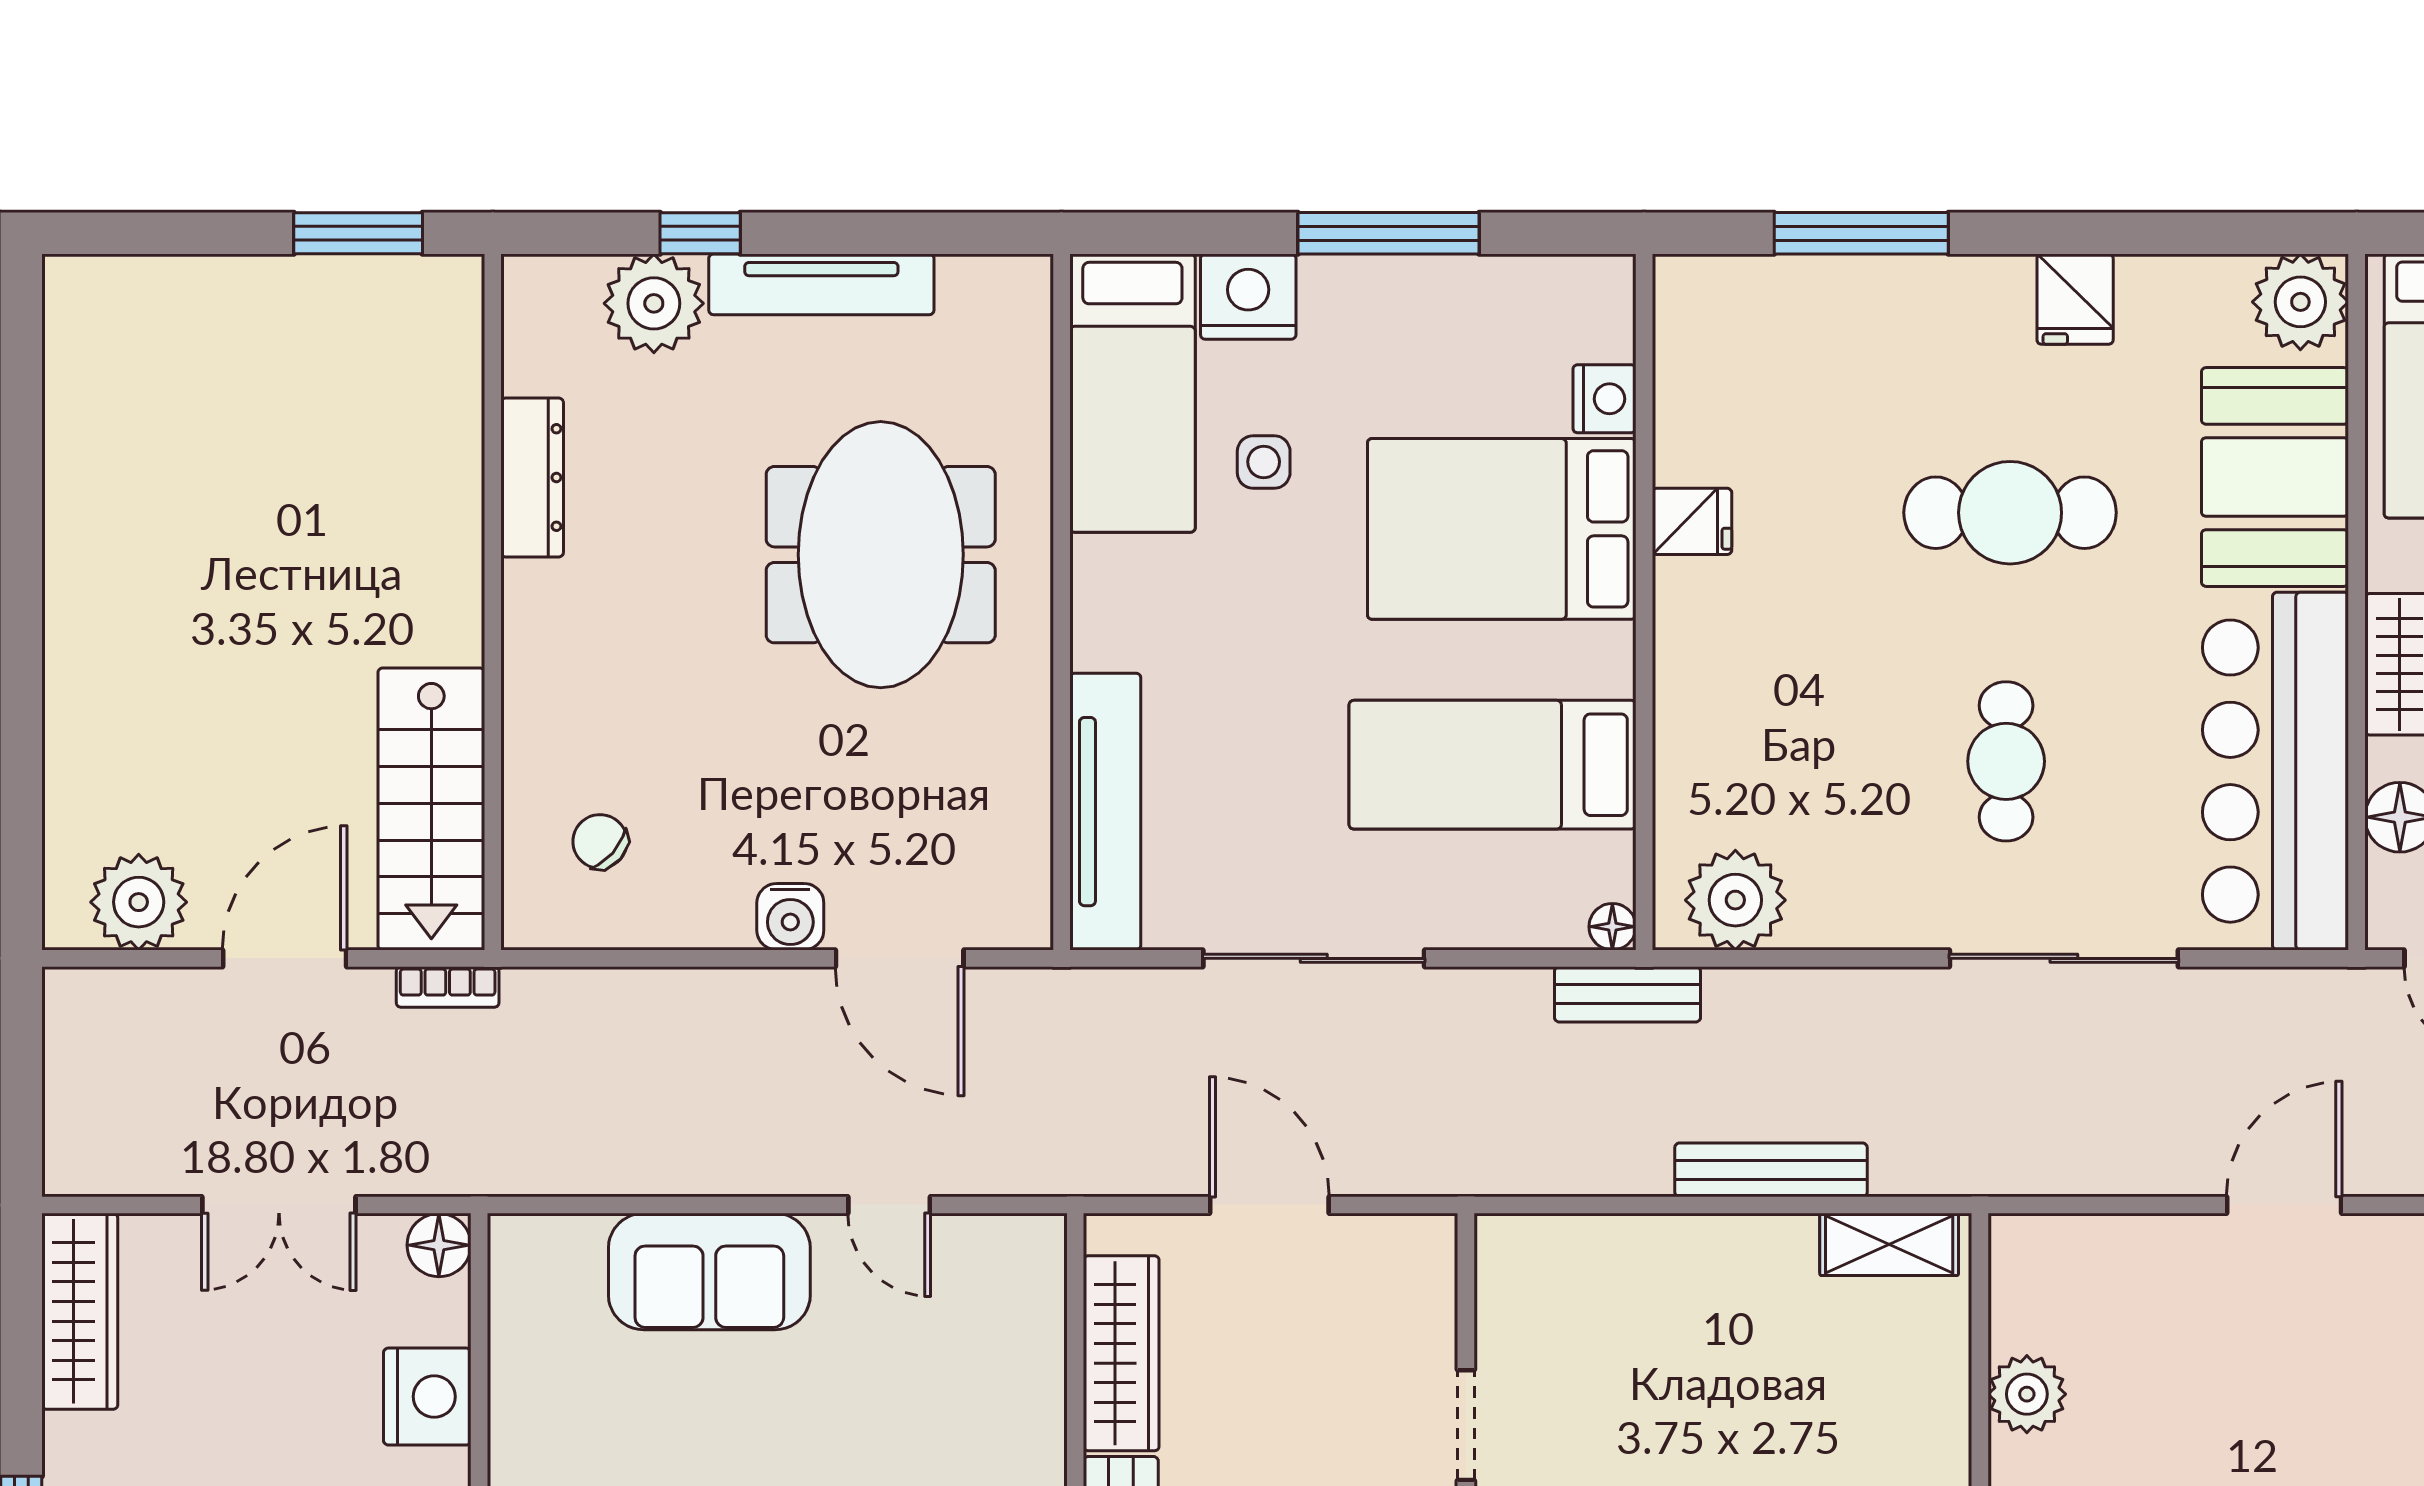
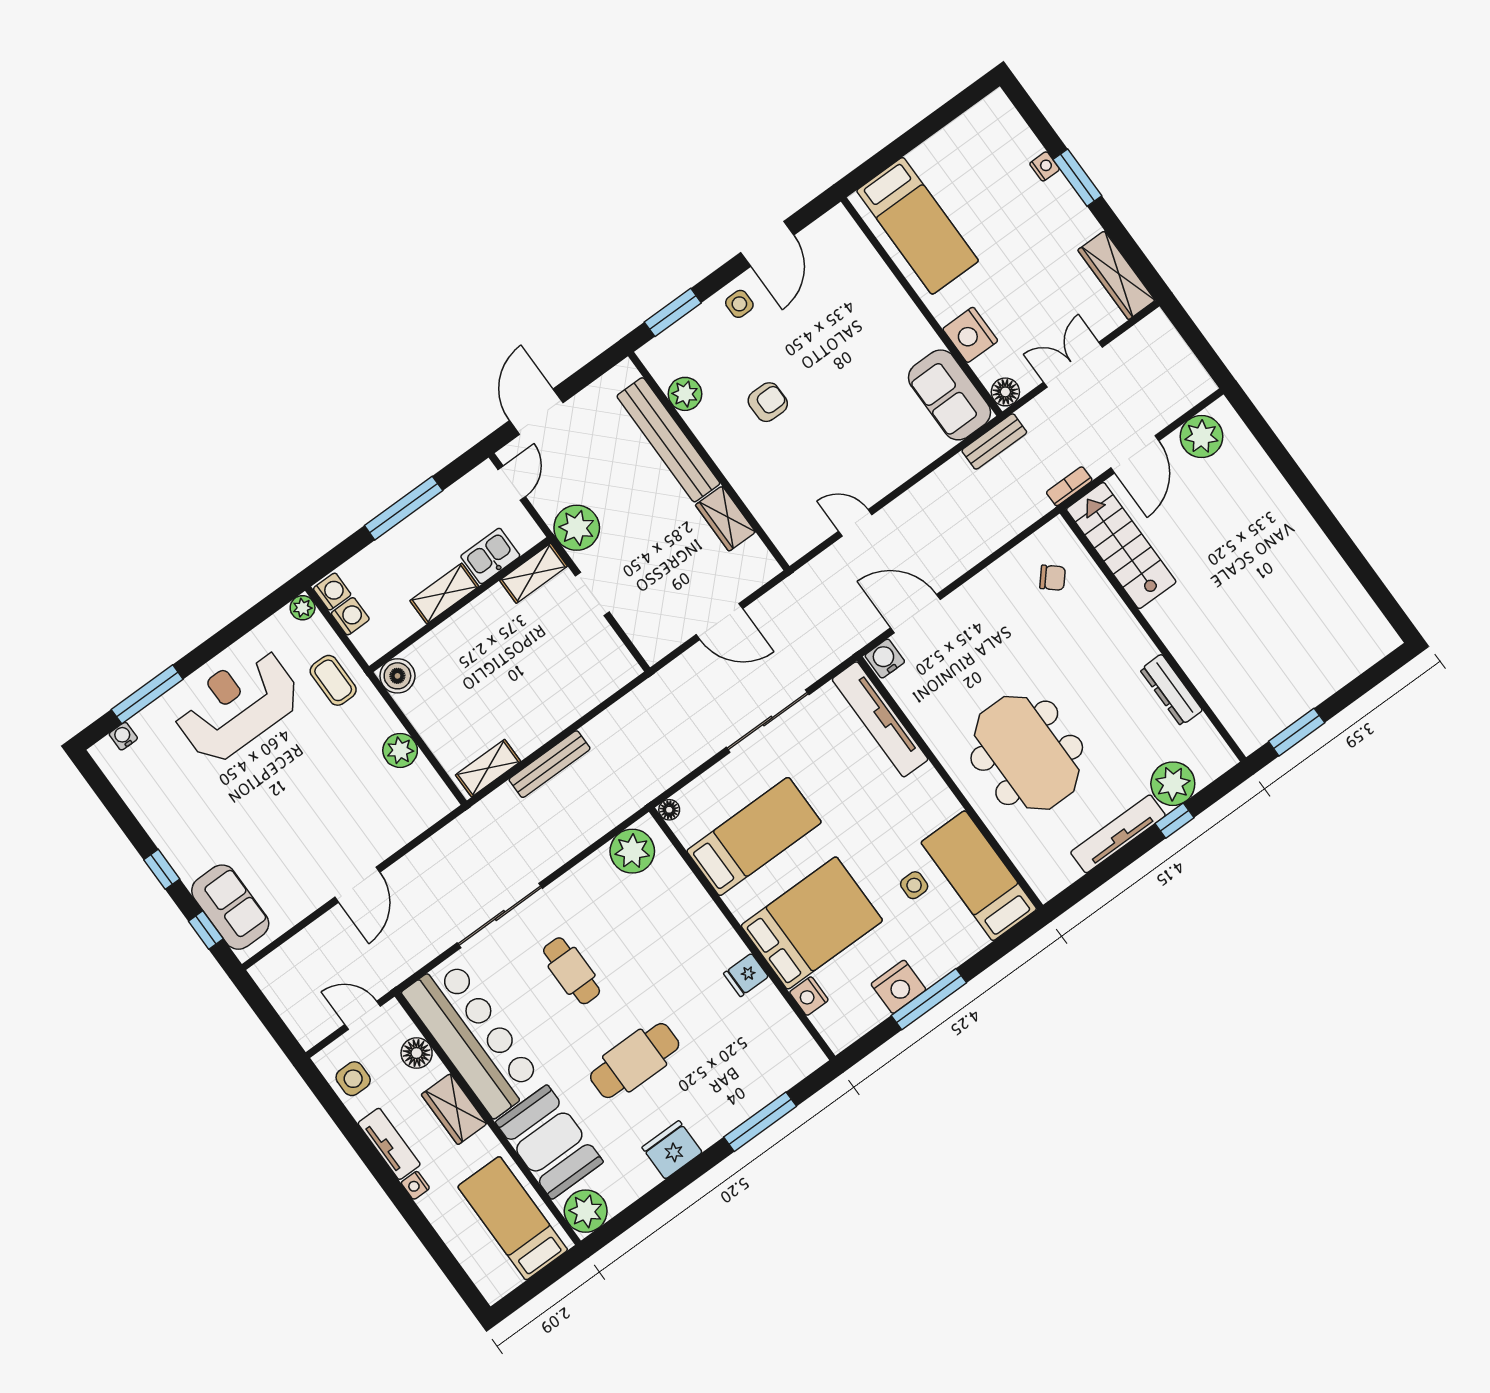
nightstand: (1248, 297) -> (898, 987), moved
fridge: (2075, 299) -> (672, 1150), width x1.38
water cooler: (790, 917) -> (885, 659), moved
bench: (1628, 994) -> (994, 442), moved
sofa: (709, 1272) -> (949, 395), moved, turned -90
wardrobe: (1121, 1353) -> (725, 519), width x0.67

